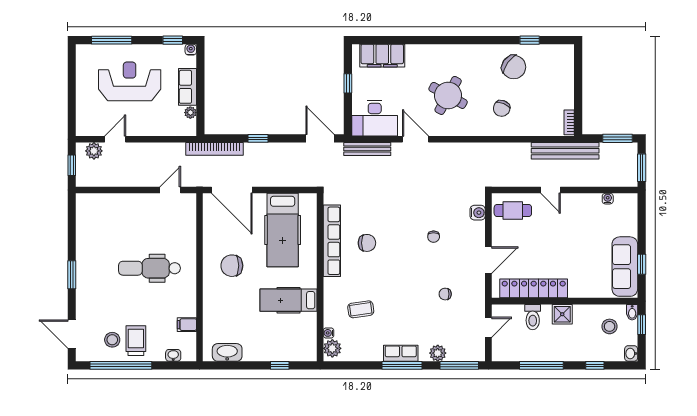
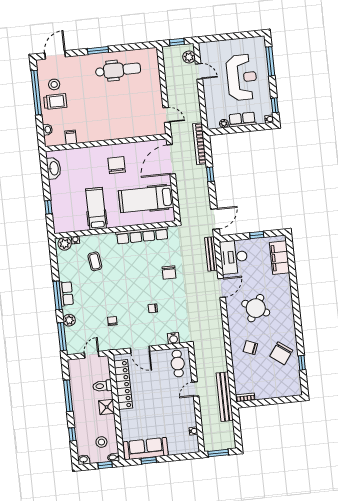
window: (618, 138) -> (238, 434), removed
chair: (367, 243) -> (169, 273), moved
dental chair: (149, 268) -> (118, 70), moved, turned 90
door: (488, 327) -> (92, 355), swing flipped

